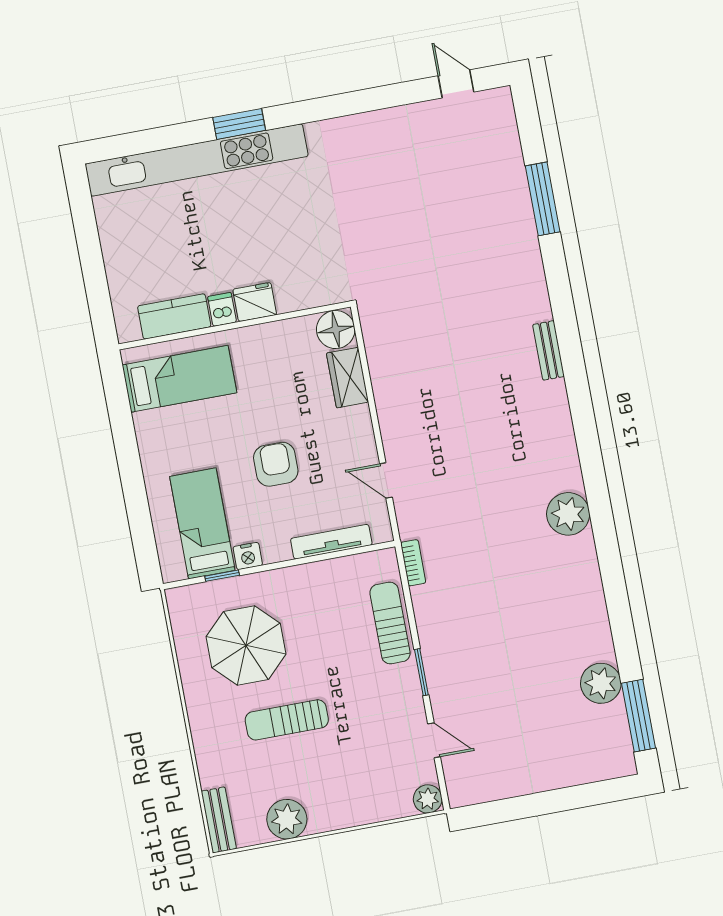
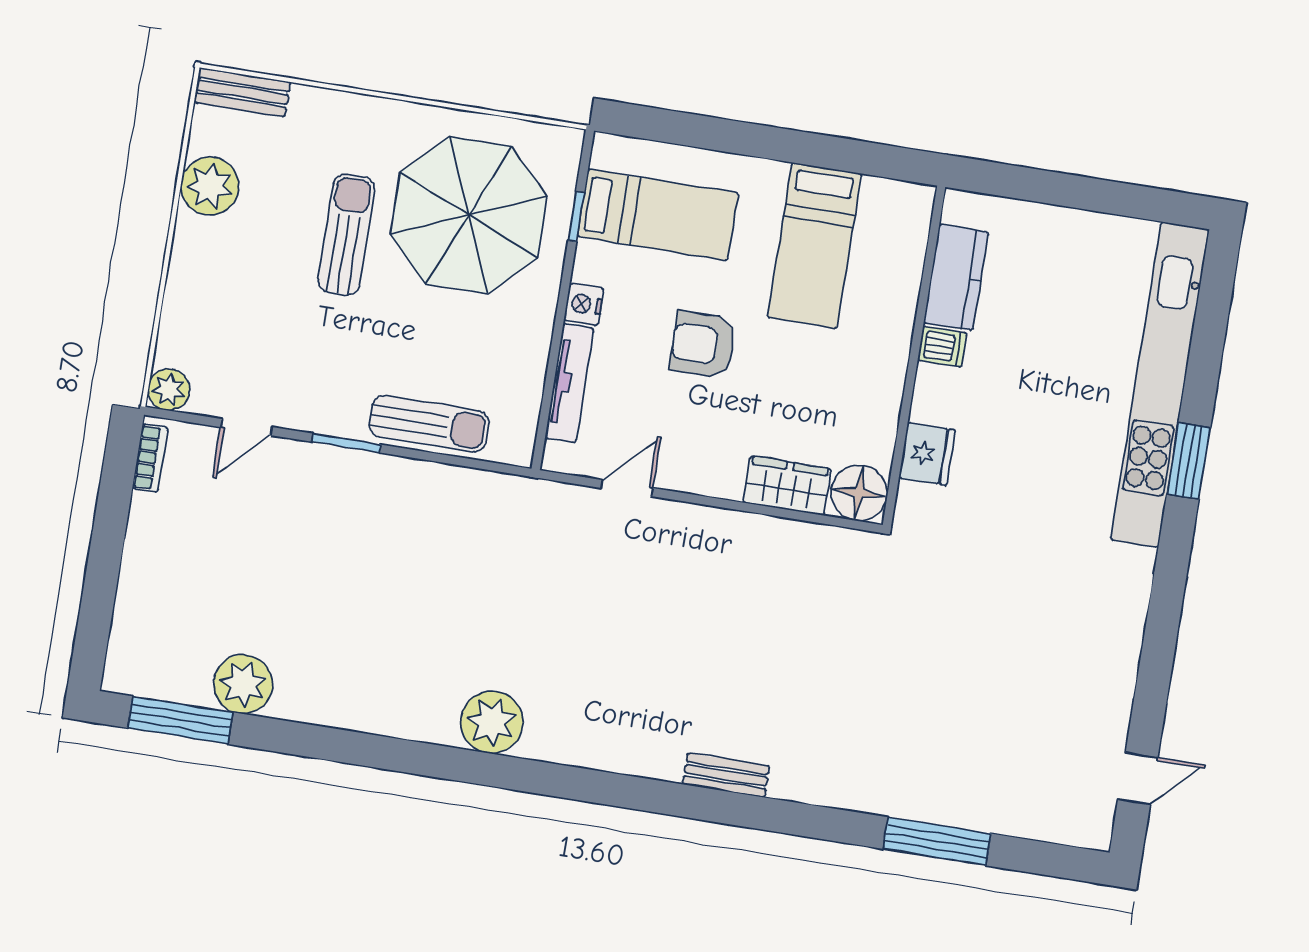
fridge: (255, 302) -> (927, 454), moved
bed: (179, 379) -> (814, 246), moved
armchair: (276, 464) -> (703, 345), turned 180
nightstand: (248, 556) -> (584, 304), moved
bookcase: (413, 563) -> (150, 458), moved, turned -90
parasol: (246, 645) -> (469, 215), width x1.36, depth x1.36

